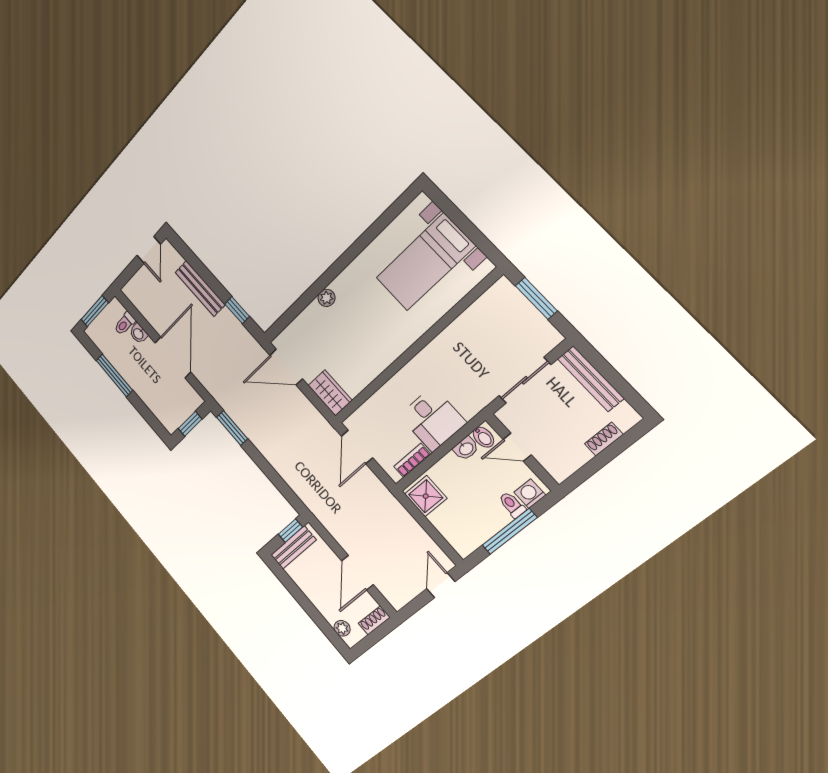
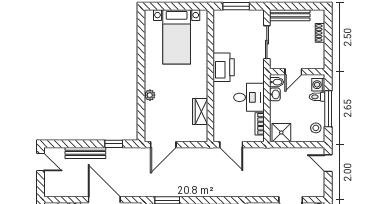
printer: (441, 355) -> (224, 67), added
wardrobe: (330, 393) -> (200, 112), moved, turned -90
stool: (470, 535) -> (316, 128), added

